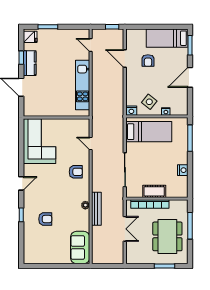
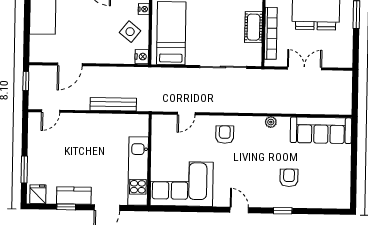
armchair: (148, 61) -> (73, 32), removed
kitchen unit: (83, 85) -> (138, 171), moved, turned 90
bench: (96, 209) -> (113, 104), moved
sofa: (80, 247) -> (321, 130), width x1.36

